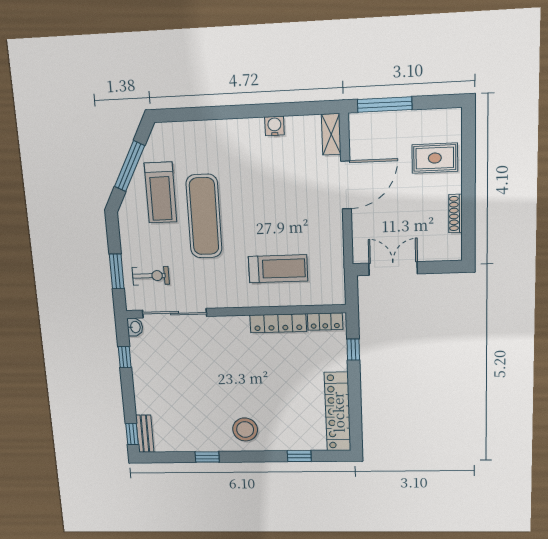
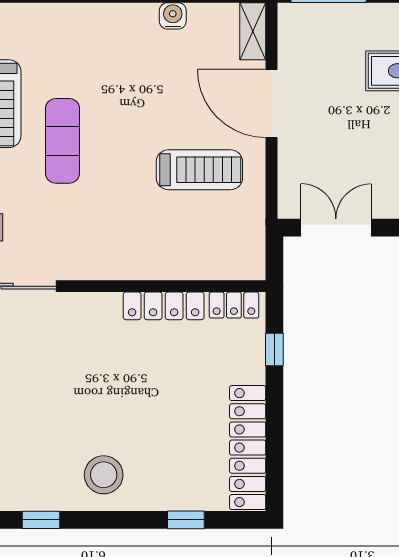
door: (346, 185) -> (272, 104), swing flipped
exercise mat: (204, 216) -> (63, 141), width x0.73, depth x0.69
treadmill: (278, 269) -> (199, 170), moved

